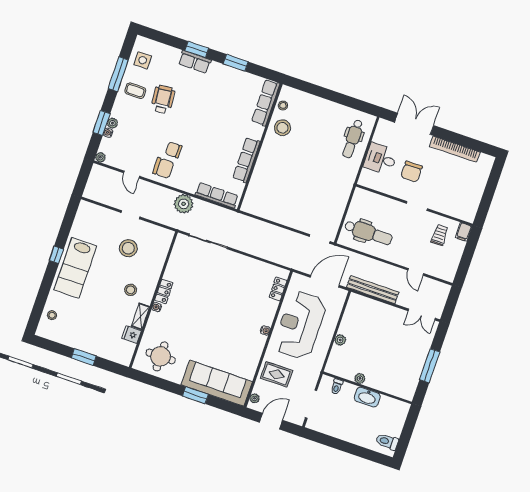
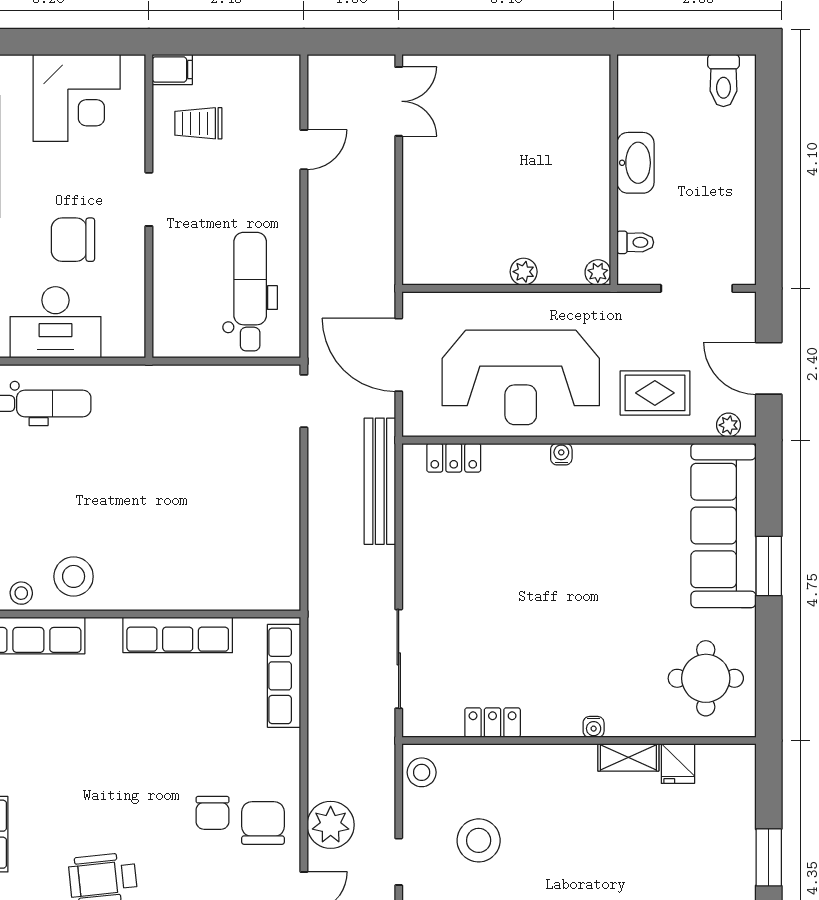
desk: (381, 159) -> (55, 322), width x1.37
chair: (412, 172) -> (73, 240), turned 180
corner desk: (465, 192) -> (77, 98), added
plant: (184, 204) -> (331, 825), moved
stool: (131, 290) -> (422, 772), moved
bench: (373, 290) -> (380, 481), moved
locker: (164, 291) -> (493, 723), moved
window: (430, 366) -> (512, 42), removed
rug: (277, 374) -> (655, 393), turned 90
plant: (360, 378) -> (598, 272), moved

